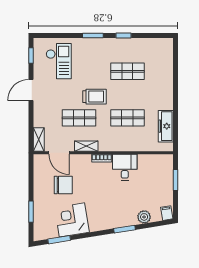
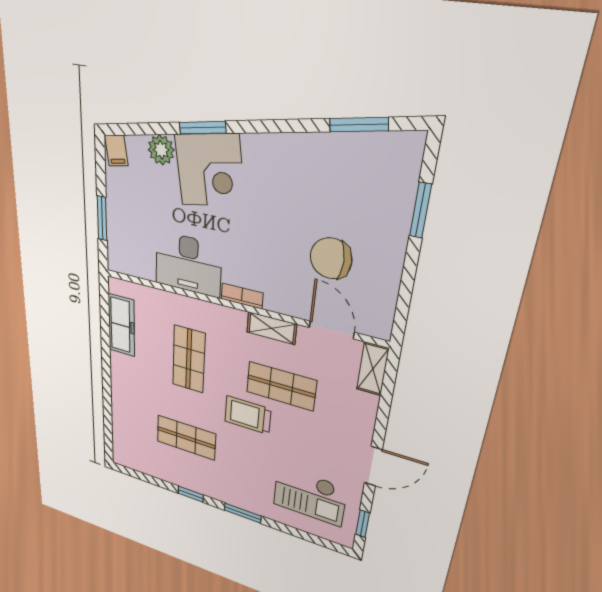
checkout: (59, 61) -> (309, 496), turned -90
shop shelf: (127, 118) -> (189, 359), turned 90
desk: (125, 167) -> (188, 264), width x1.37
corner desk: (72, 220) -> (210, 170), moved

